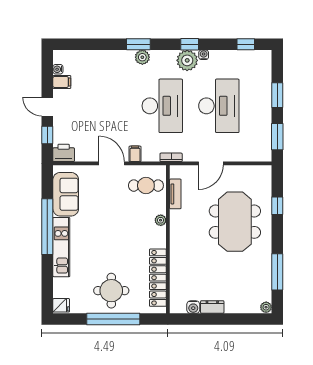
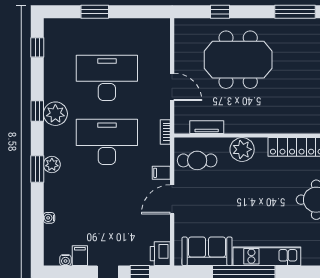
water cooler: (204, 55) -> (49, 218), moved
window: (277, 137) -> (142, 12), removed
cafe table: (146, 186) -> (197, 160), turned 90
plant: (161, 220) -> (242, 149), width x1.88, depth x1.88

